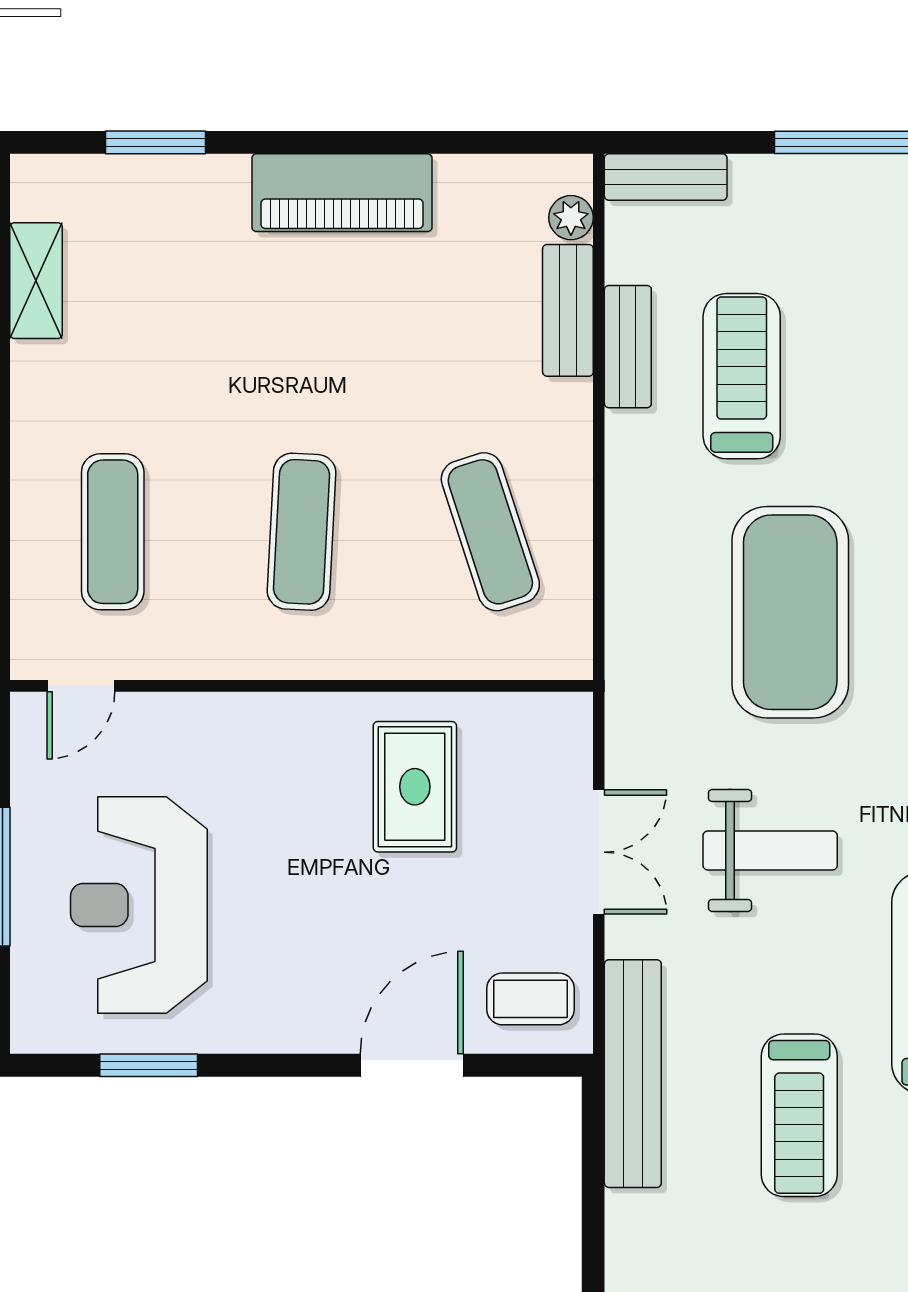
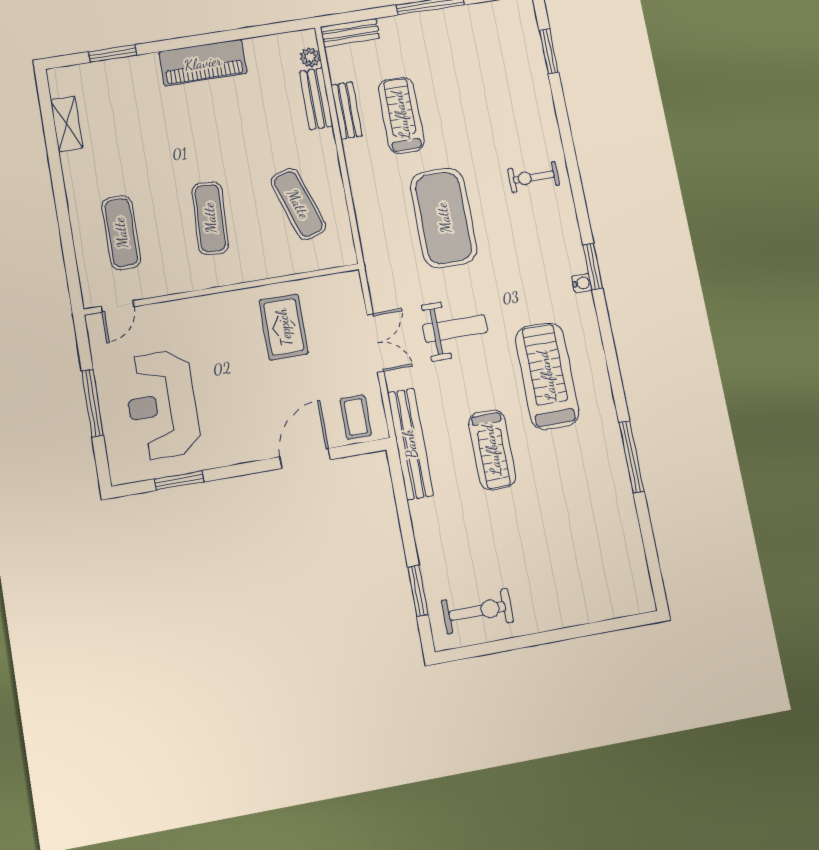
coffee table: (531, 999) -> (356, 417), turned 90

